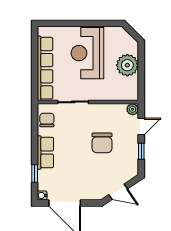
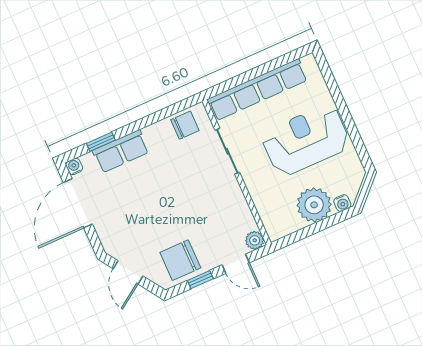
water cooler: (134, 48) -> (342, 203), added
chair: (102, 143) -> (180, 260), moved
row of seats: (45, 152) -> (121, 151), moved

